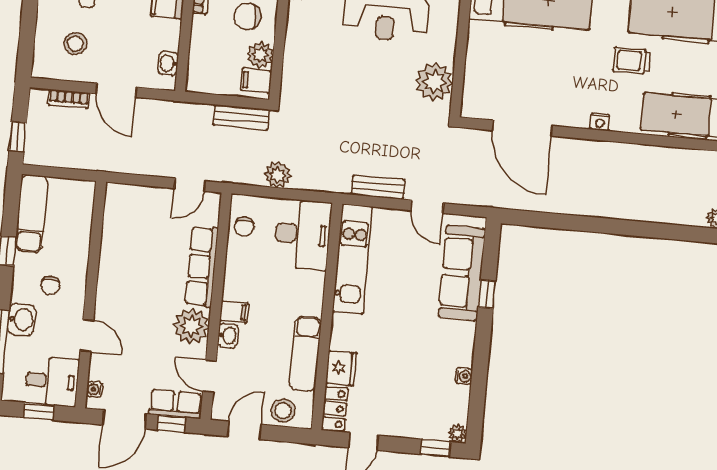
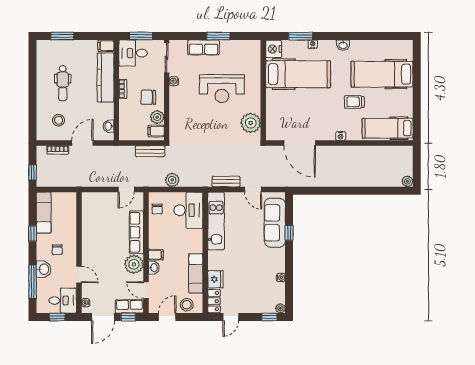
door: (116, 90) -> (82, 143), swing flipped

